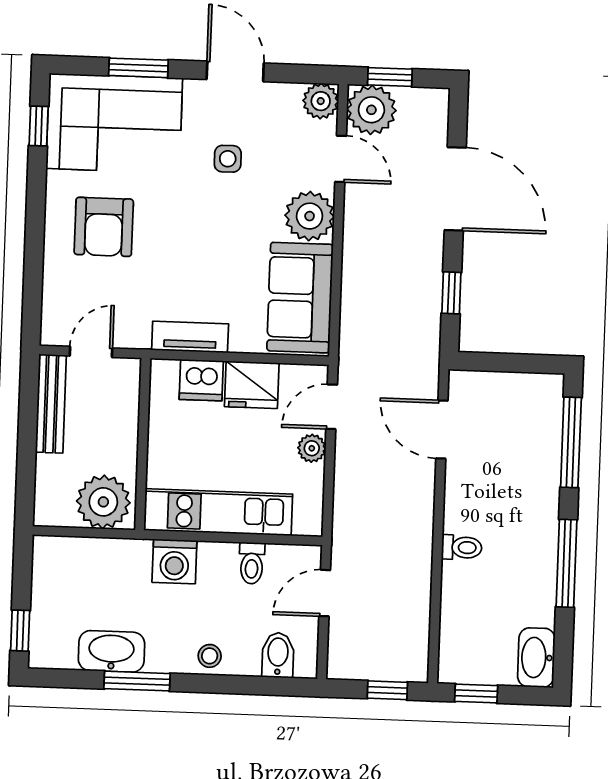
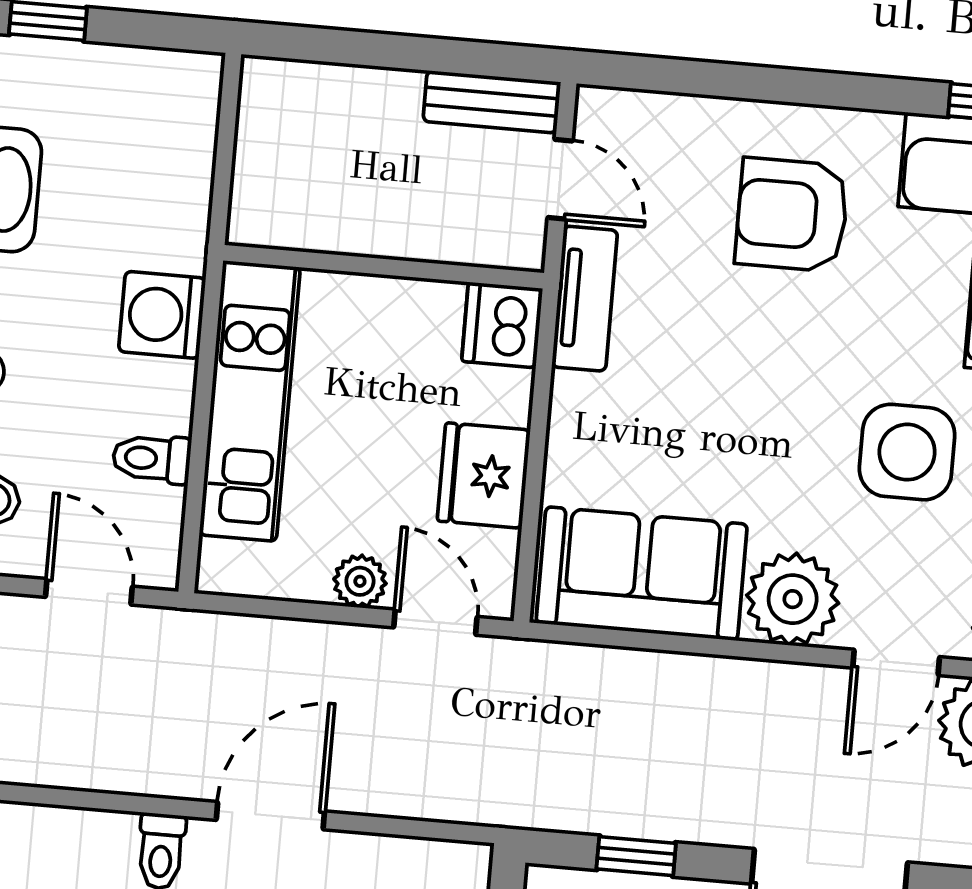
side table: (228, 159) -> (907, 452), width x1.87, depth x1.87
tv unit: (190, 337) -> (585, 299), moved
dishwasher: (201, 380) -> (502, 325), moved
bench: (51, 404) -> (492, 102), width x0.73
door: (442, 429) -> (270, 816), moved
plant: (103, 502) -> (280, 188), removed

